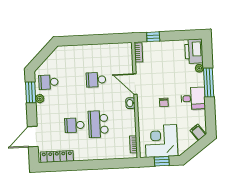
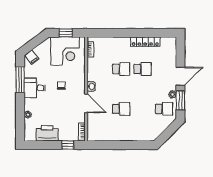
printer: (194, 51) -> (47, 133), moved, turned -90
window: (209, 83) -> (20, 80), moved
school desk: (98, 124) -> (121, 69), width x0.54
door: (33, 137) -> (180, 76), moved
locker: (57, 157) -> (145, 42), moved

